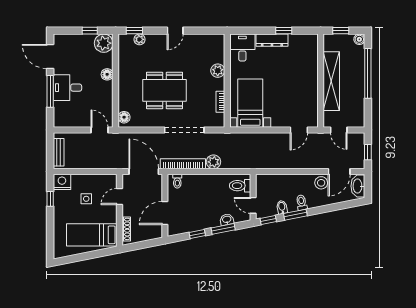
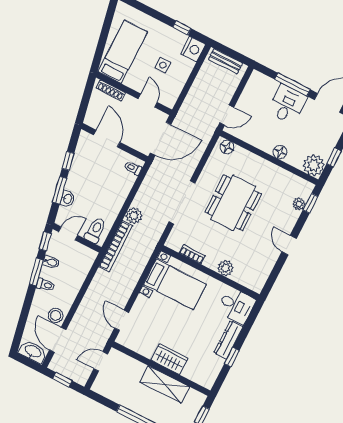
wardrobe: (310, 78) -> (169, 359), added
shelving: (331, 81) -> (165, 384), width x0.68
bookcase: (183, 164) -> (116, 246), moved

